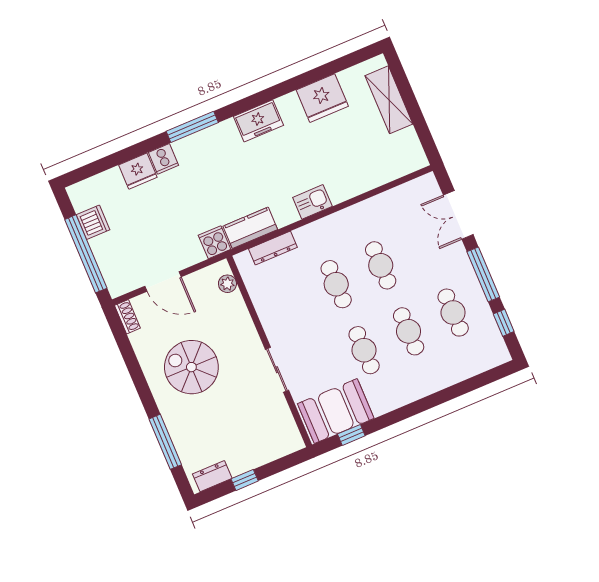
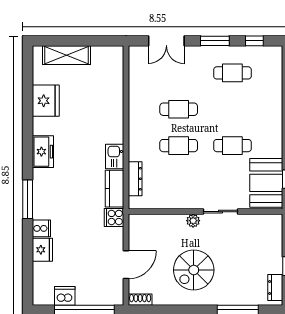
kitchen sink: (312, 202) -> (115, 156), moved
window: (483, 274) -> (215, 41), width x0.69
plant: (227, 284) -> (193, 221), moved
cafe table: (409, 331) -> (232, 109), removed

